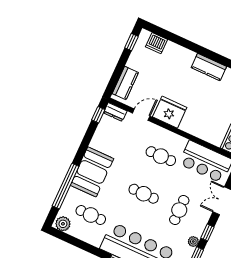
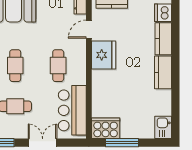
kitchen counter: (179, 53) -> (163, 39), added
door: (141, 115) -> (89, 29), swing flipped

